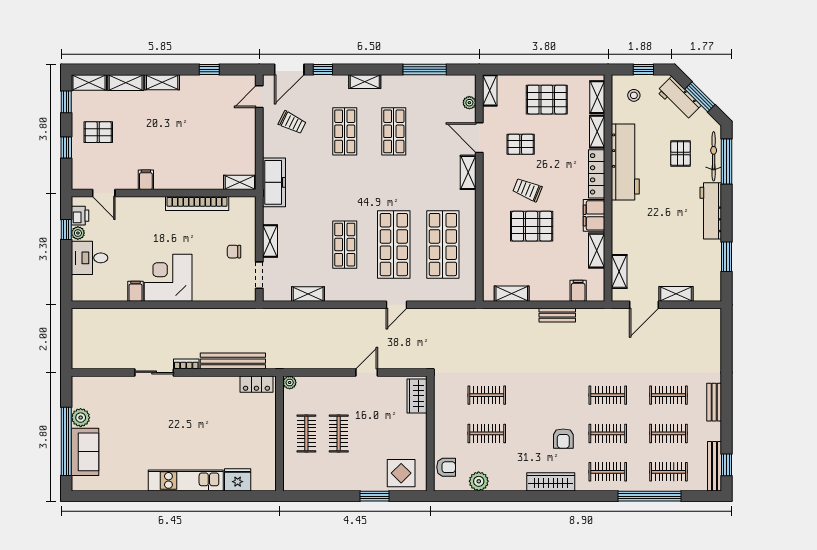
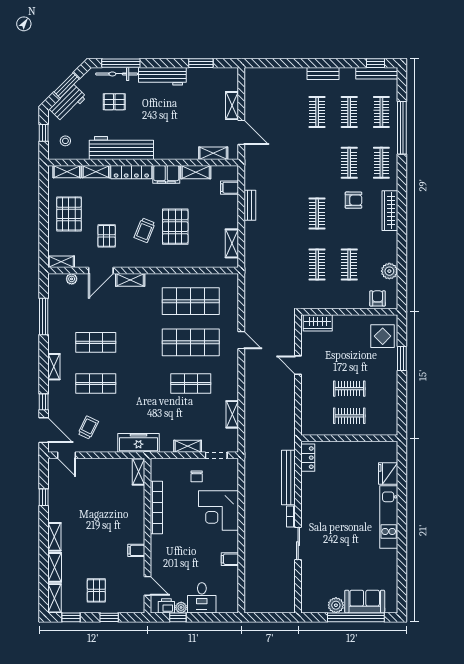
door: (104, 193) -> (147, 586), hinge flipped
corner desk: (168, 278) -> (218, 511), moved
plant: (290, 383) -> (306, 430), removed
clothes rail: (608, 395) -> (317, 214), moved

